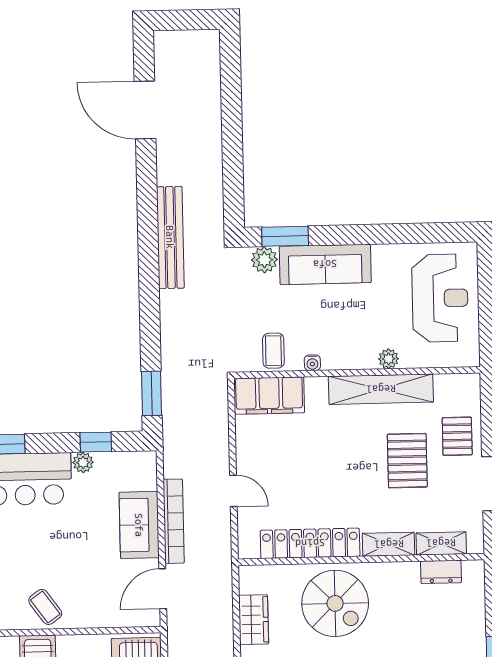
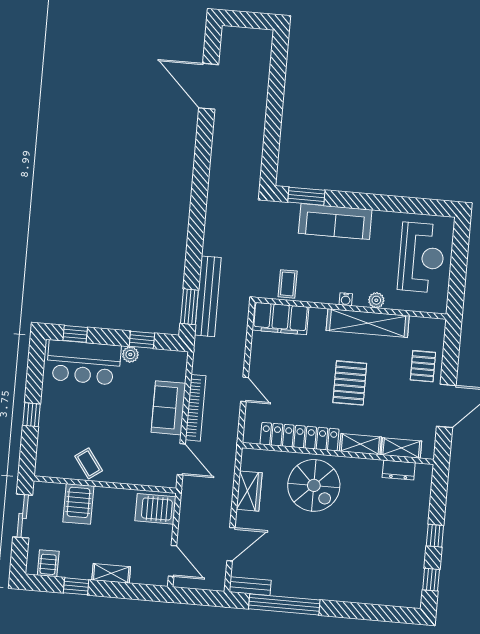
bench: (170, 237) -> (208, 296), moved
plant: (264, 260) -> (288, 213), removed
water cooler: (312, 363) -> (346, 299), moved
pallet: (407, 461) -> (350, 383), moved
door: (163, 589) -> (181, 459), swing flipped

